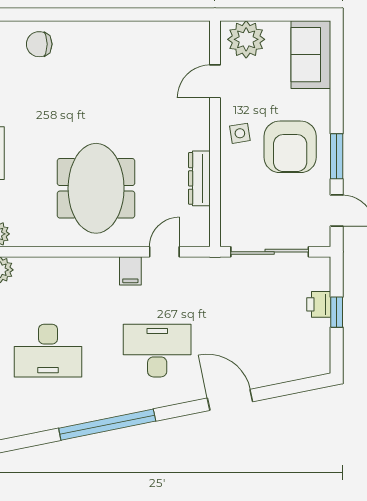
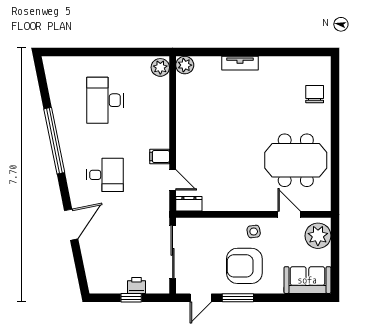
dresser: (199, 178) -> (189, 204), moved, width x0.70
meeting table: (96, 188) -> (296, 160), moved
desk: (157, 351) -> (105, 175), width x0.73

